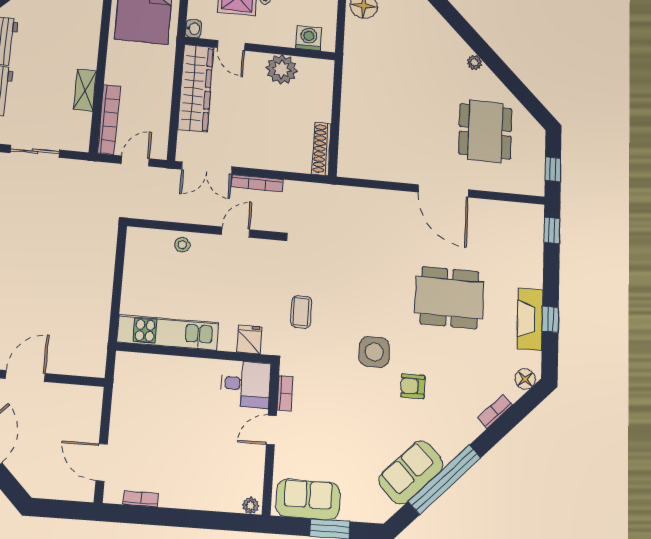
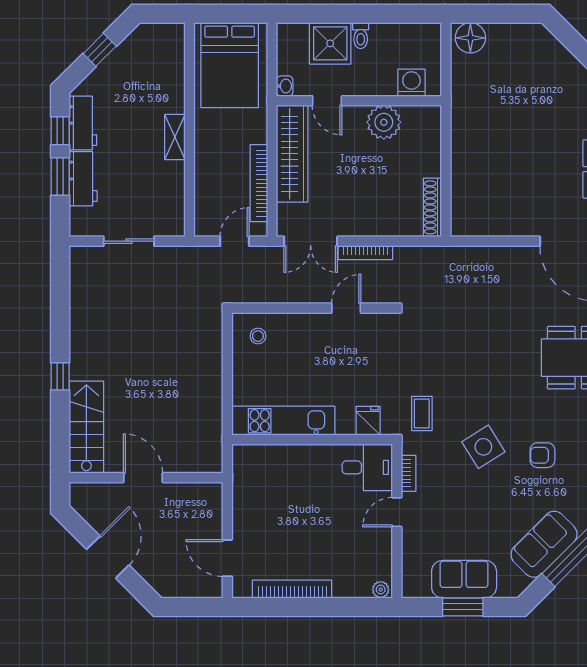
shelving: (85, 90) -> (175, 137), moved
bookcase: (109, 119) -> (259, 183), moved, turned 180
stool: (182, 245) -> (258, 336), moved
coffee table: (301, 312) -> (422, 413), moved
side table: (374, 352) -> (483, 447), moved, turned -32
door: (25, 376) -> (143, 478), hinge flipped
bookcase: (141, 499) -> (292, 589), width x2.31, depth x1.31
sofa: (308, 499) -> (464, 579), moved

